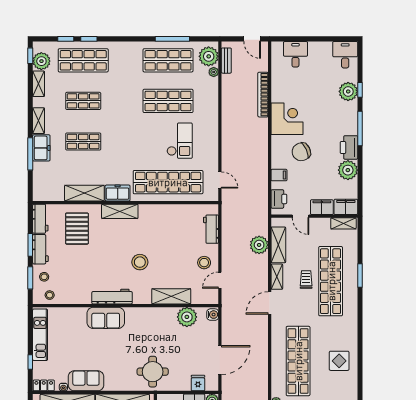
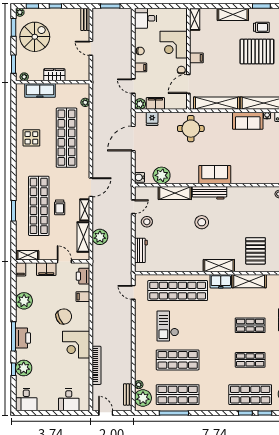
printer: (349, 147) -> (23, 338), moved
filing cabinet: (346, 207) -> (21, 269), width x0.50
workbench: (112, 297) -> (209, 193), moved
sofa: (106, 318) -> (215, 175), moved

